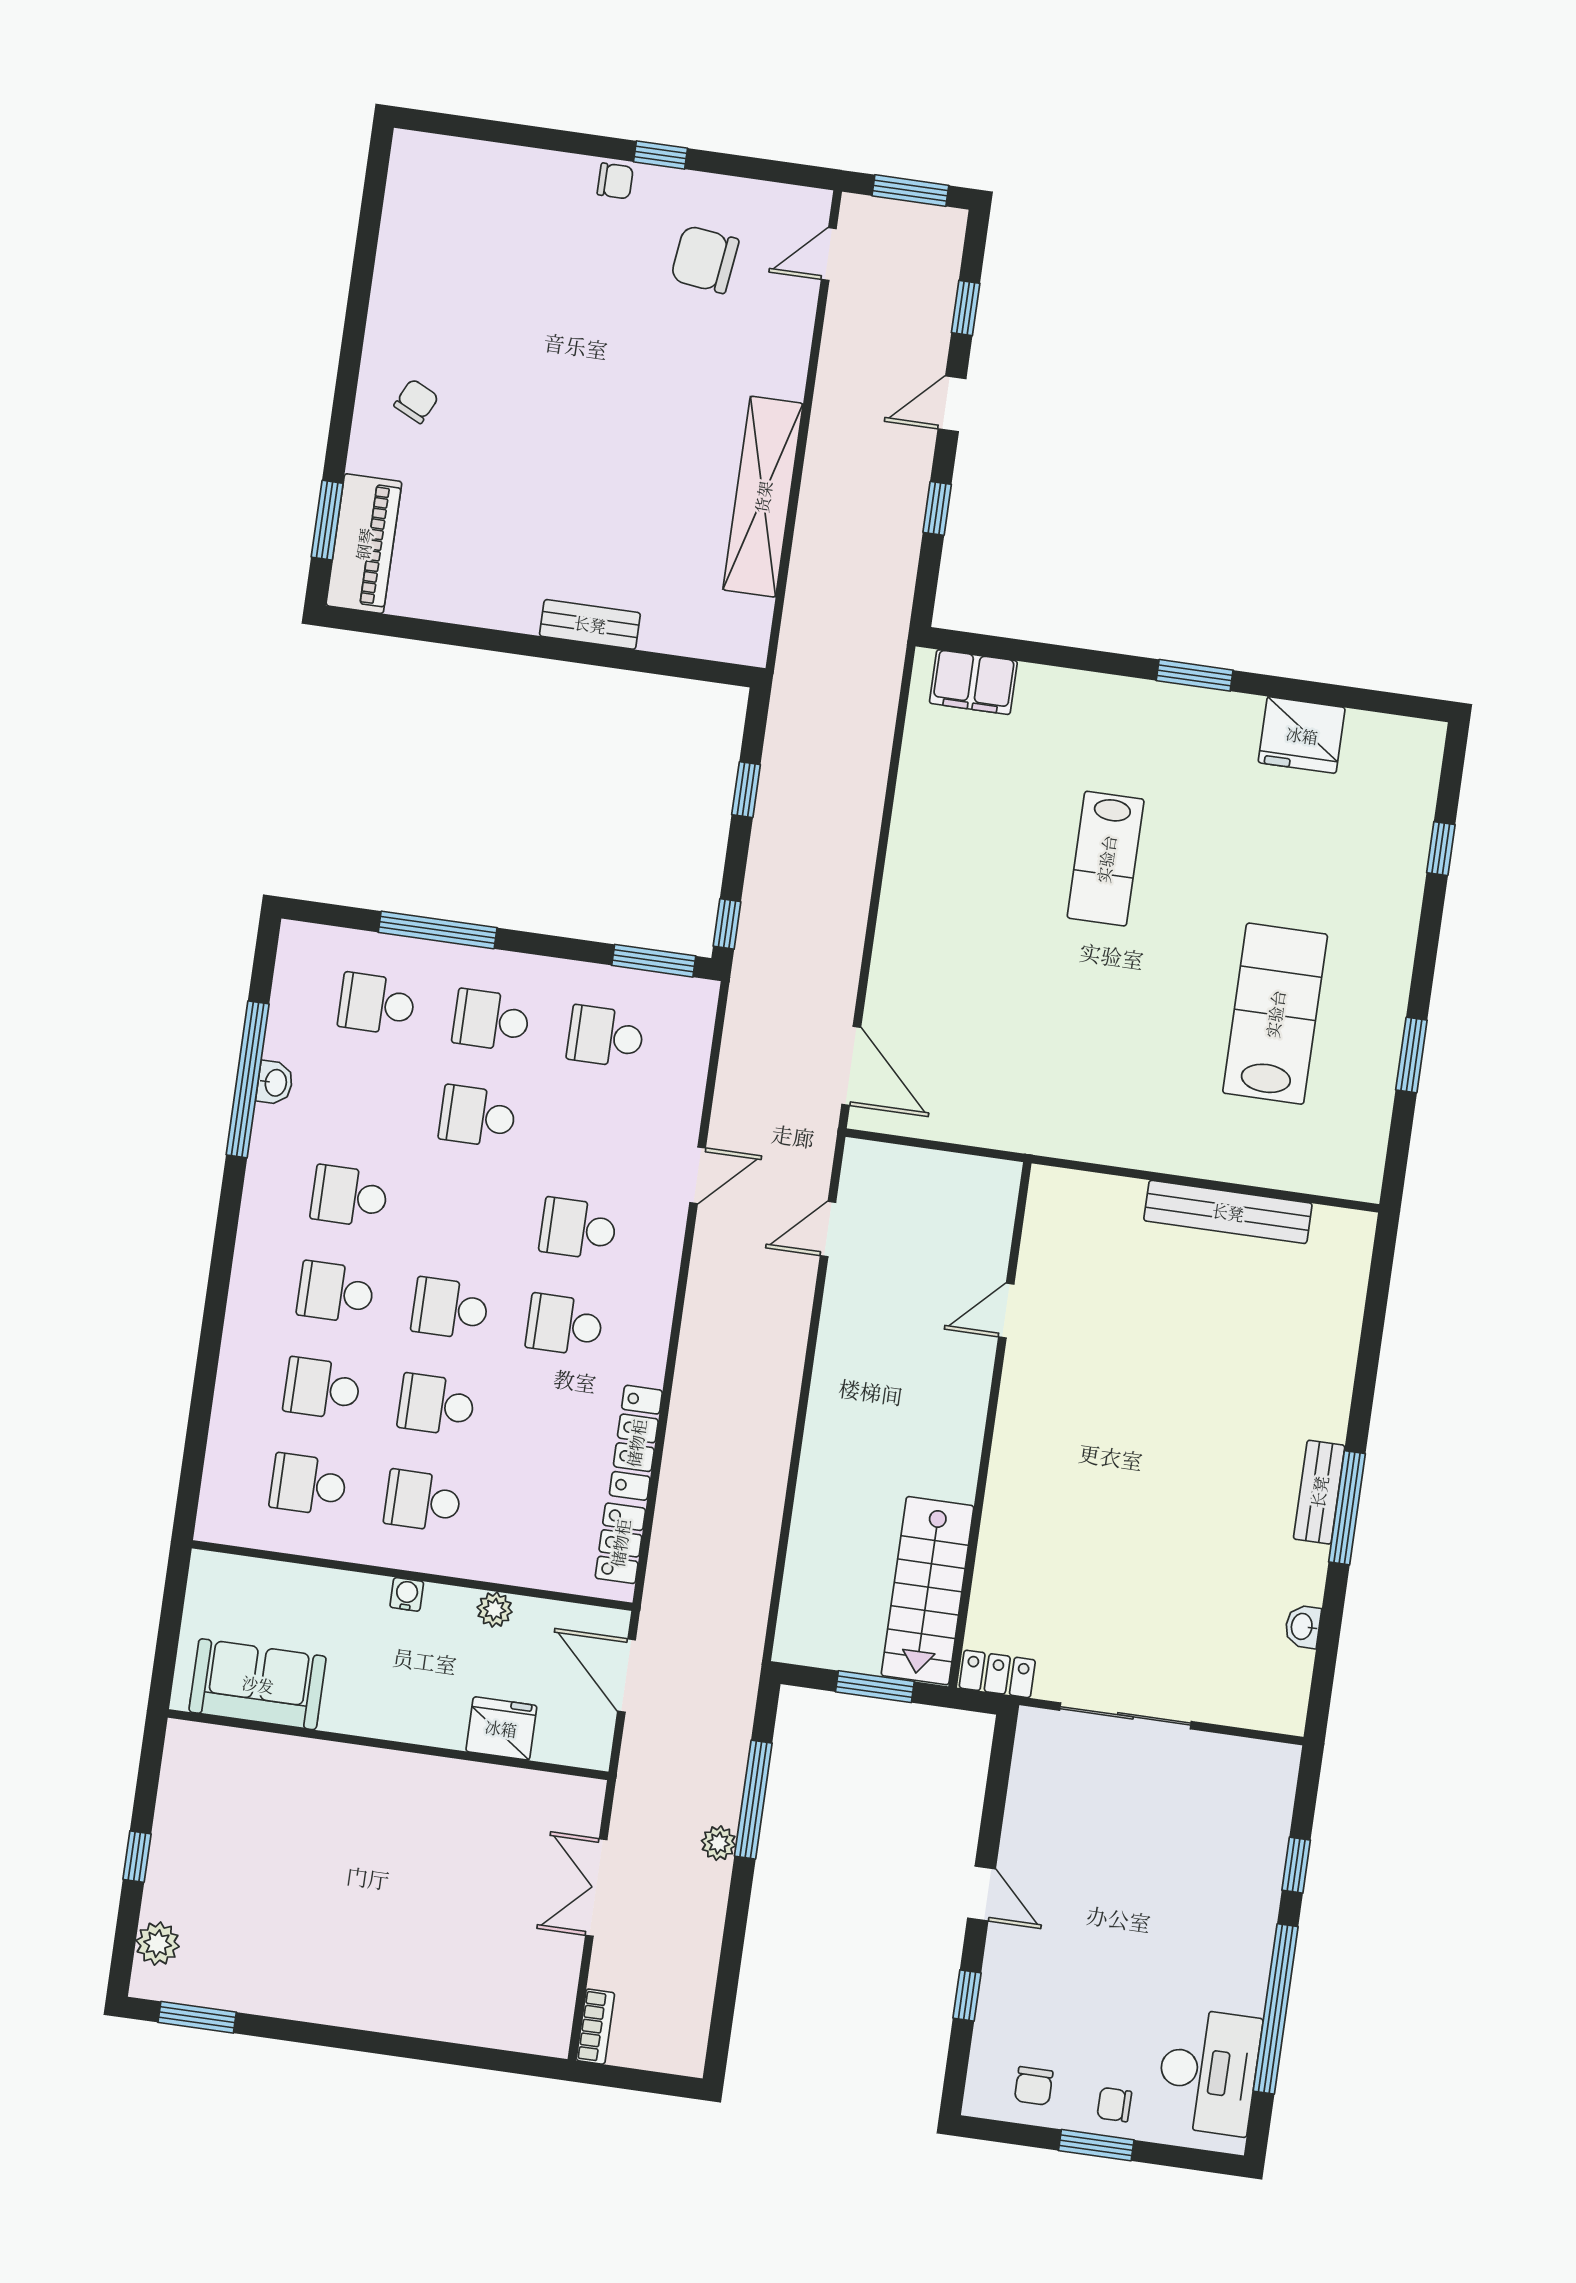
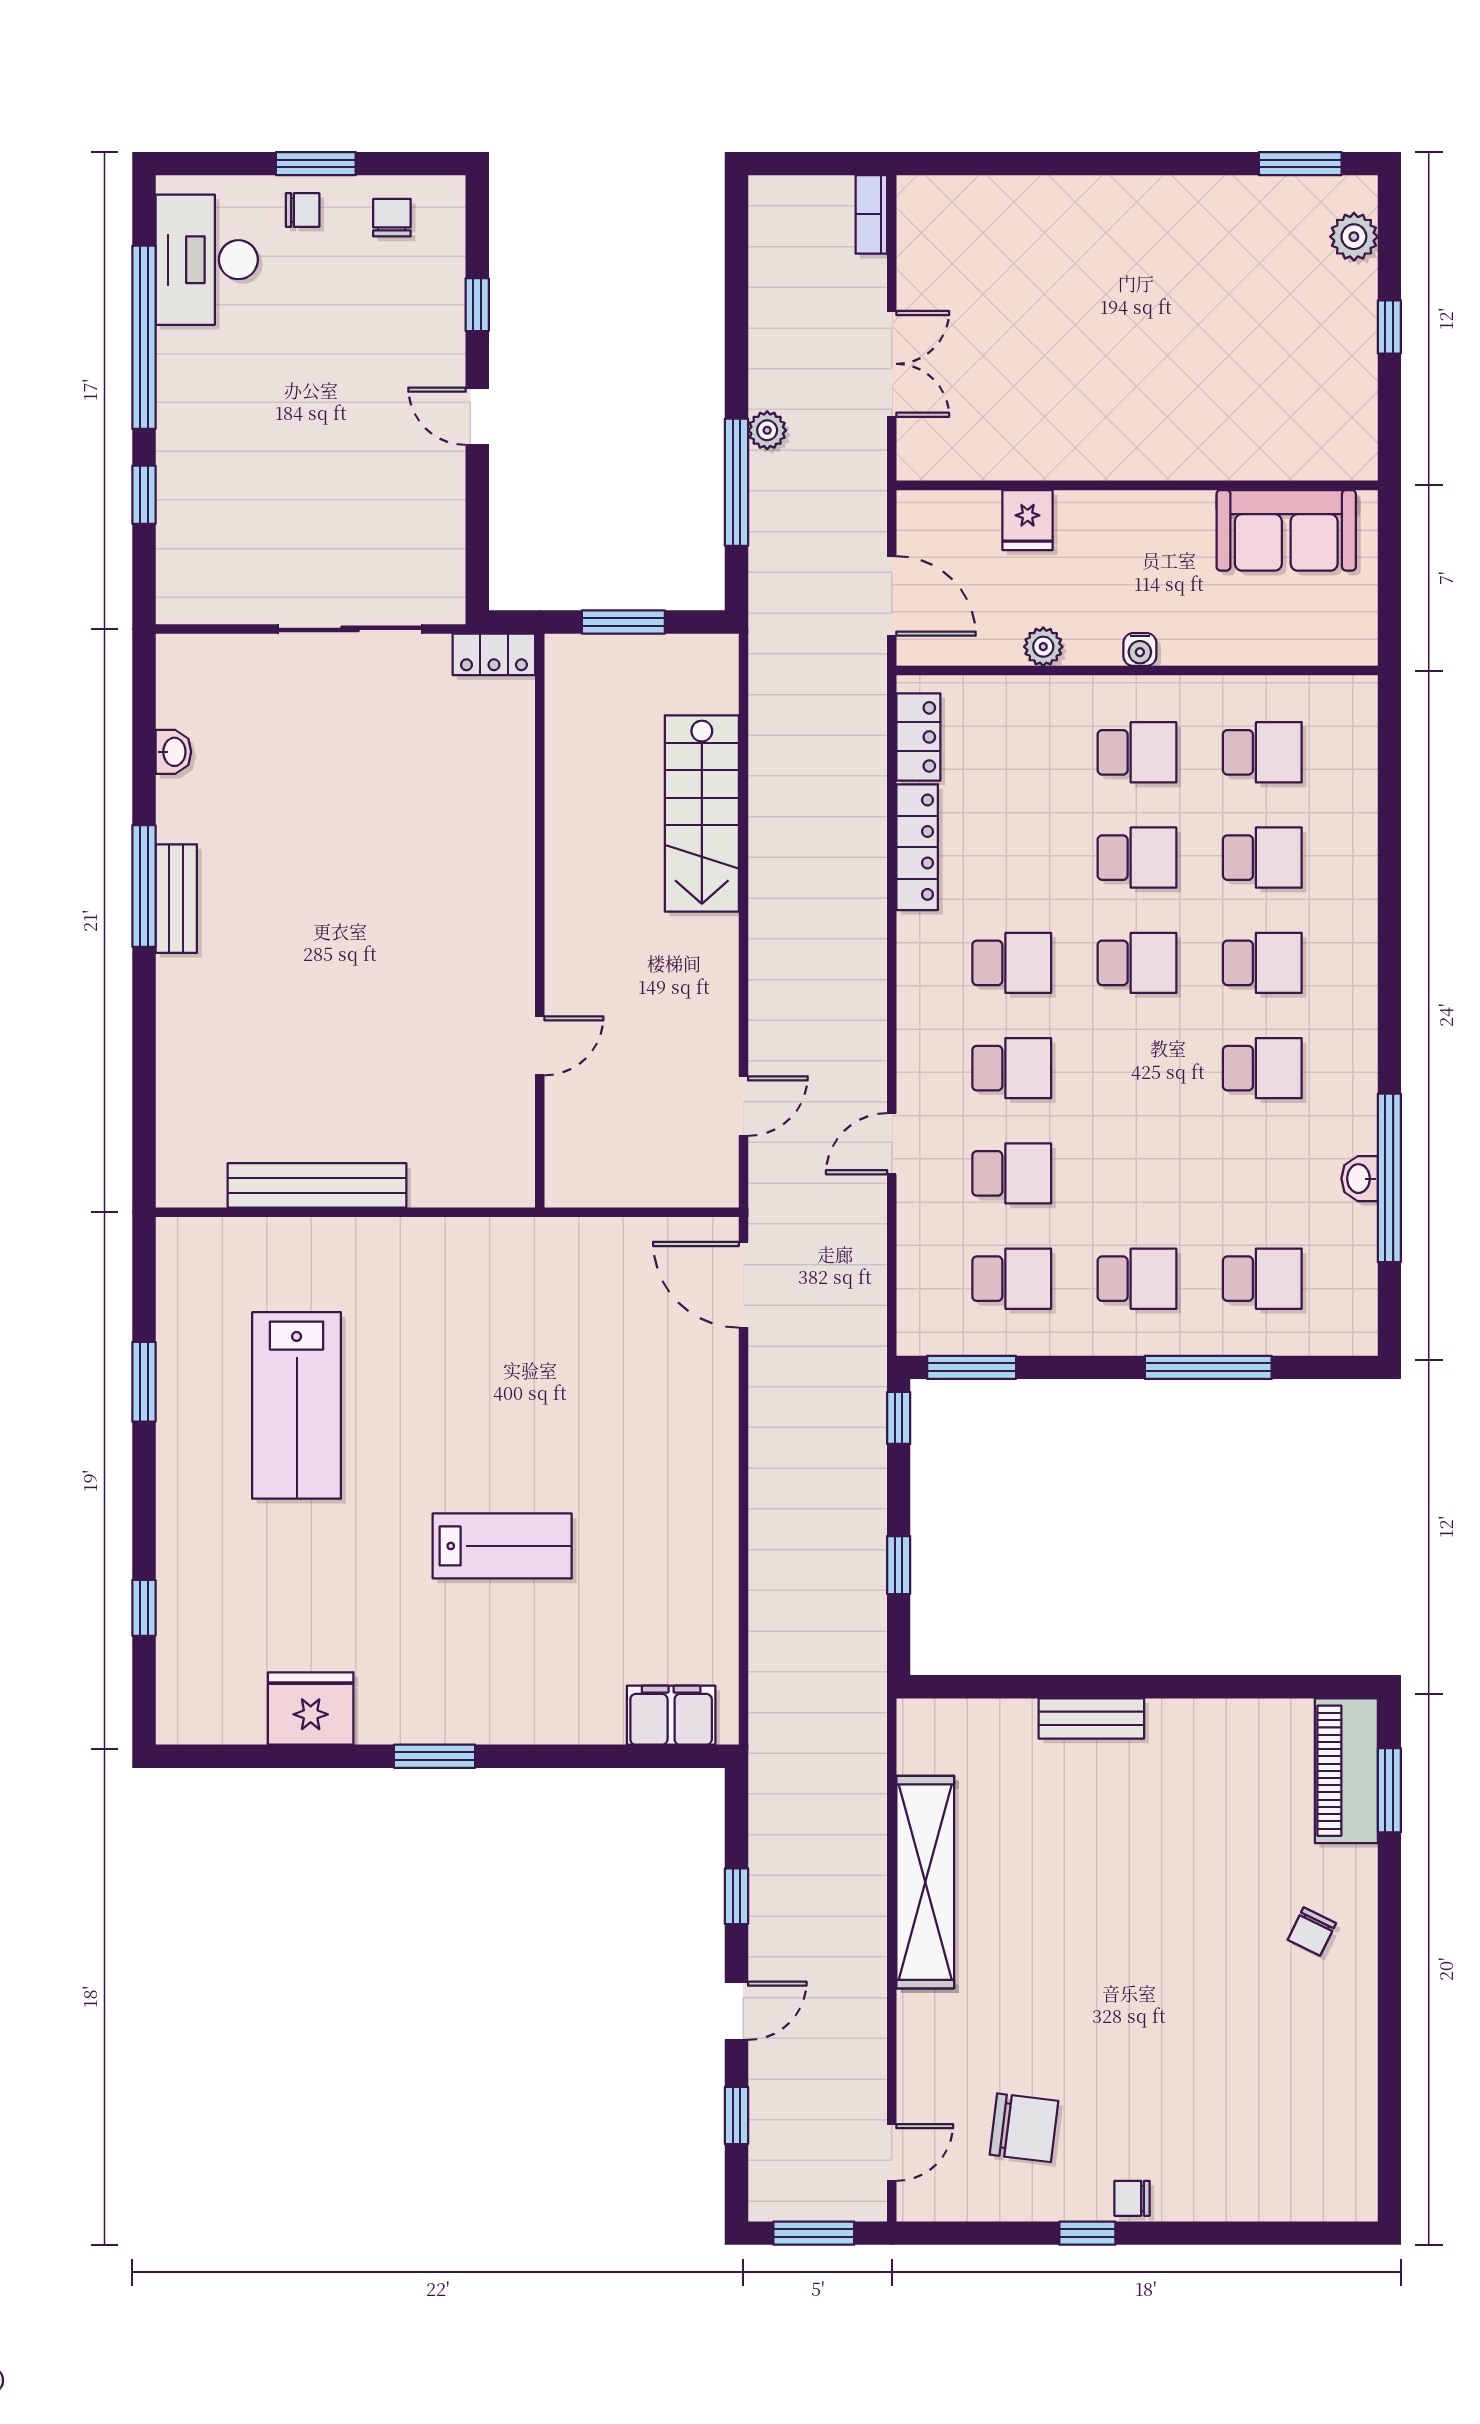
lab bench: (1106, 859) -> (502, 1546), turned 90
school desk: (477, 1116) -> (1012, 1173), moved
stairs: (928, 1591) -> (702, 814), moved, turned 180
fridge: (501, 1728) -> (1028, 520), width x0.72

